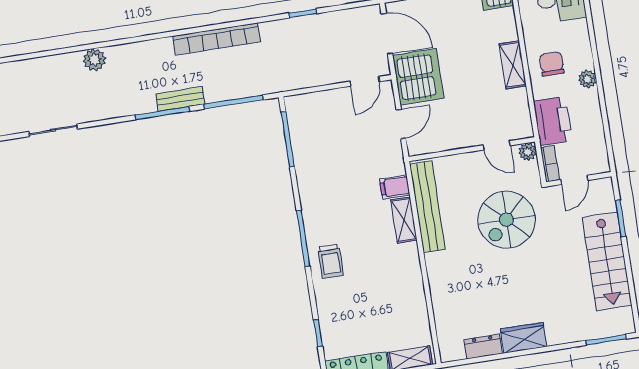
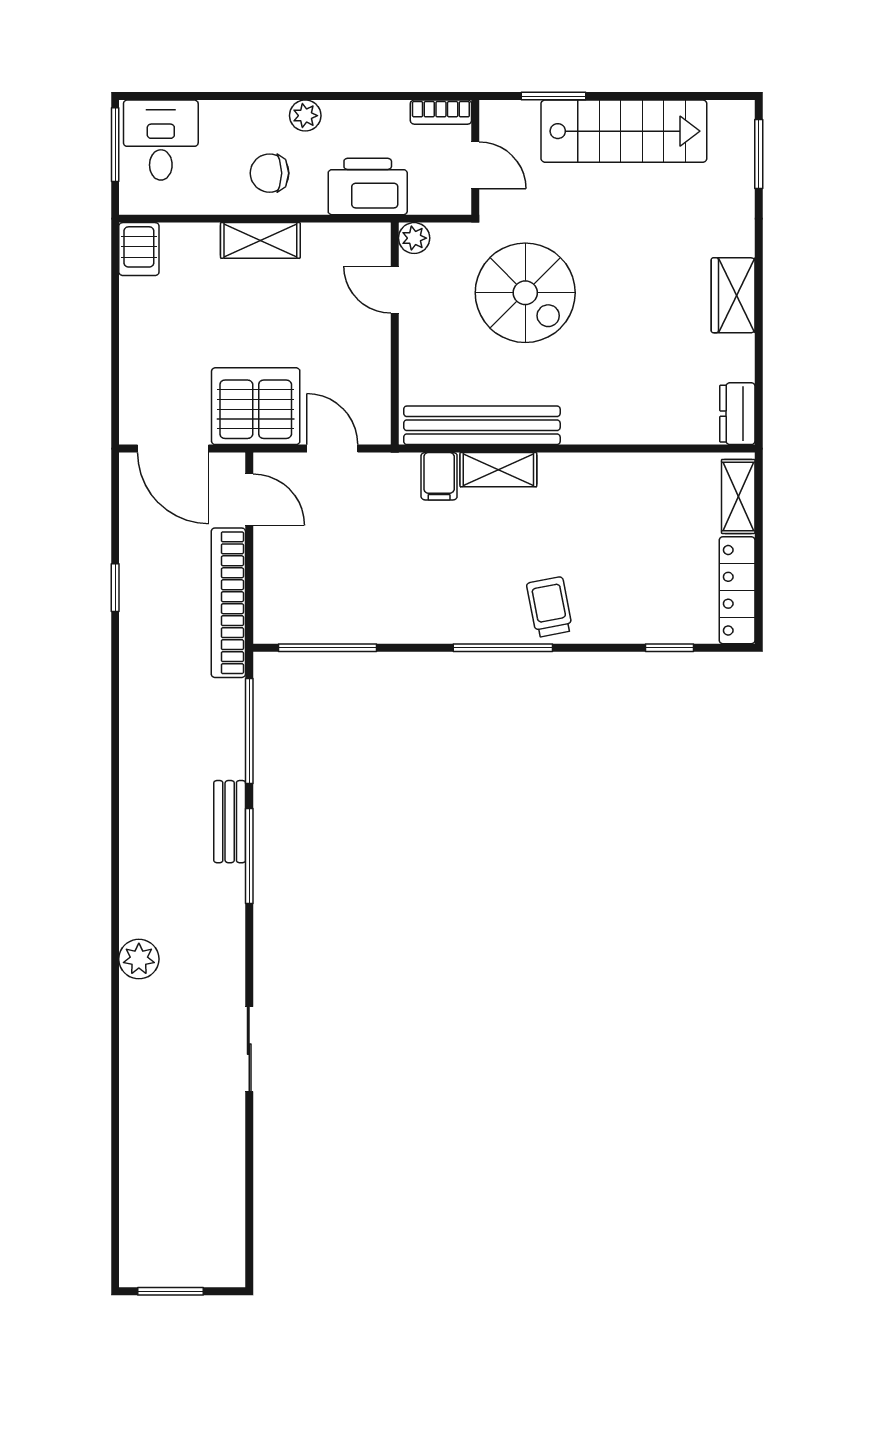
door: (387, 34) -> (173, 449), swing flipped
bookcase: (217, 39) -> (228, 603), moved, turned 180
door: (497, 145) -> (395, 290), swing flipped
bookcase: (550, 164) -> (441, 112), moved, turned 180
trolley: (330, 261) -> (550, 607), turned -101
dresser: (483, 347) -> (737, 414), moved

